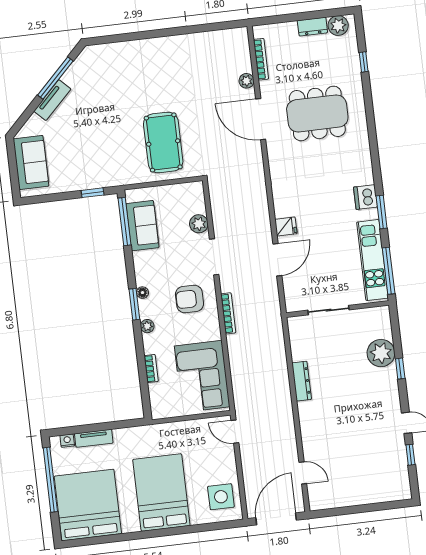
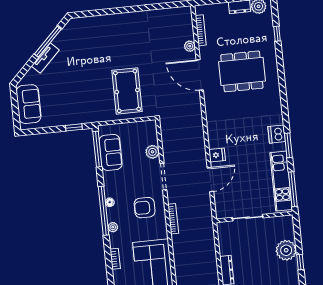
window: (134, 304) -> (104, 211), width x2.11

